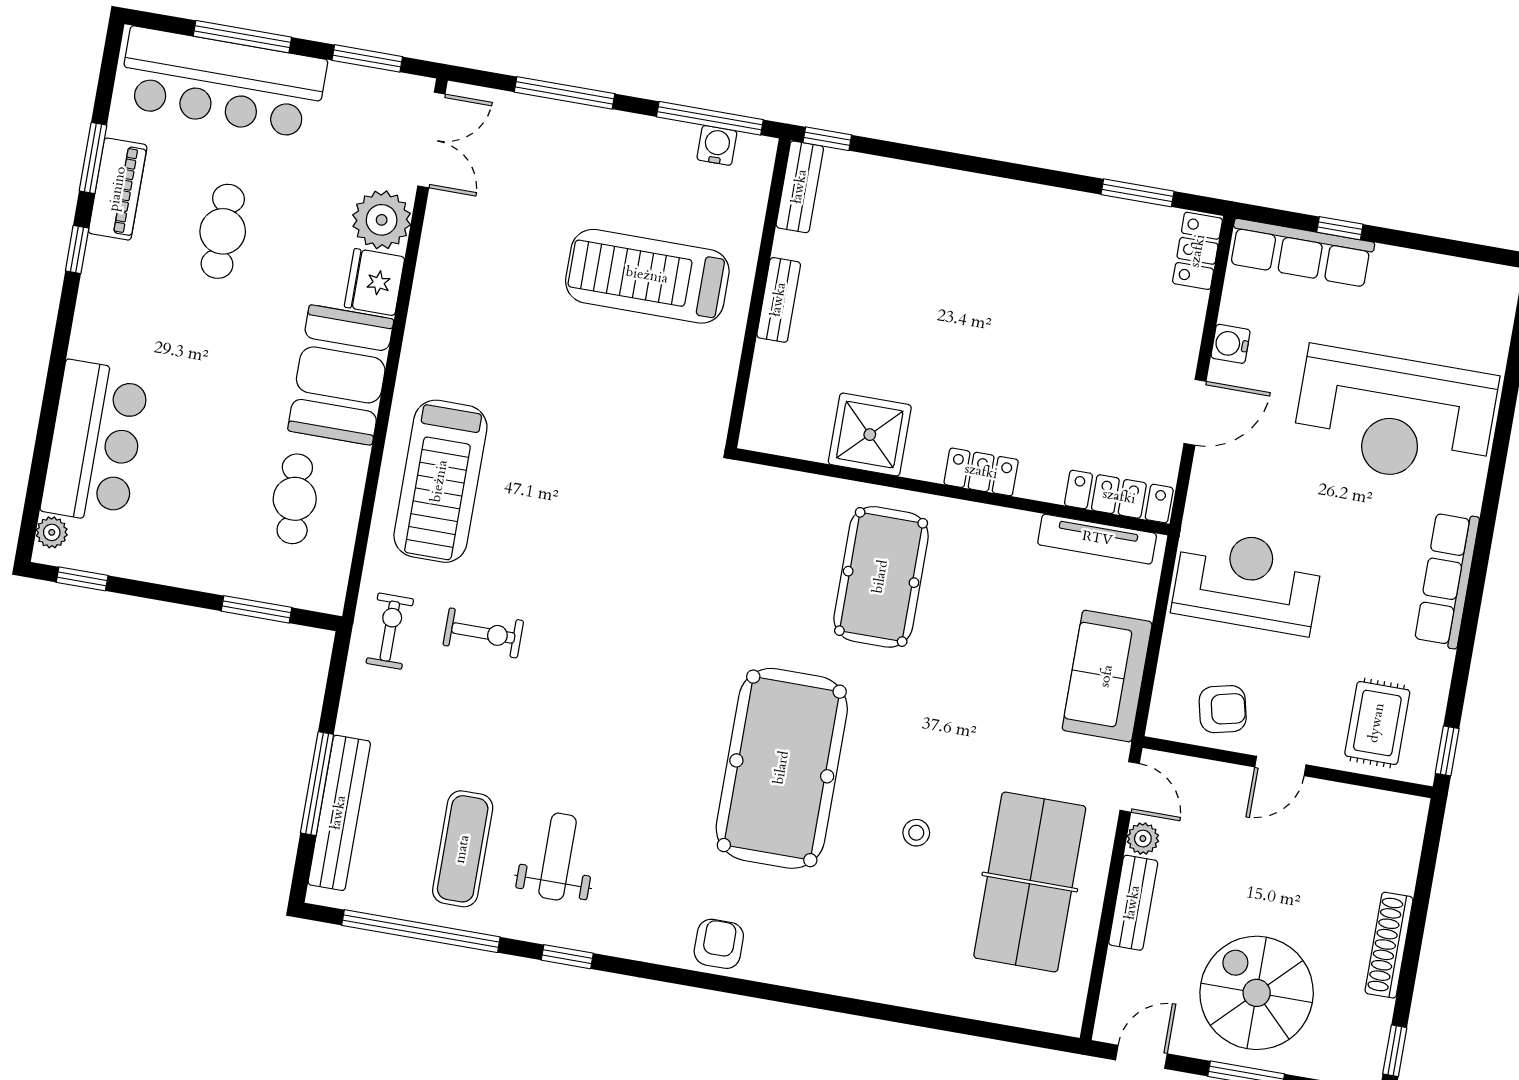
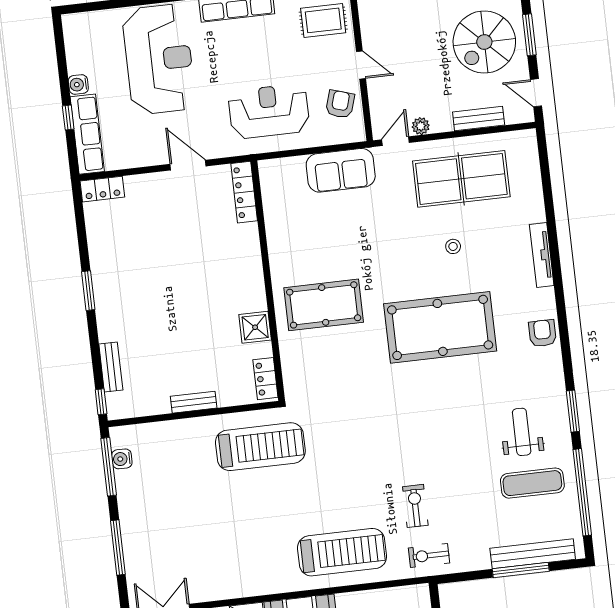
bench: (800, 187) -> (111, 367), moved, turned 90
window: (1137, 193) -> (88, 291), moved
treadmill: (647, 276) -> (260, 447), moved, turned -90
water cooler: (1231, 344) -> (78, 84), moved, turned 90
shower: (870, 435) -> (255, 327), width x0.73, depth x0.73
locker: (981, 472) -> (265, 379), moved
tv unit: (1097, 539) -> (542, 255), moved, turned 180
reception desk: (1247, 581) -> (269, 111), turned 90
armchair: (1223, 709) -> (340, 104), turned 30
weight bench: (558, 857) -> (522, 432), turned 90
bench: (1133, 903) -> (479, 119), moved
armchair: (719, 944) -> (542, 333), turned 90
window: (567, 957) -> (573, 411), width x1.50

